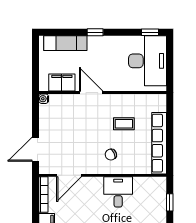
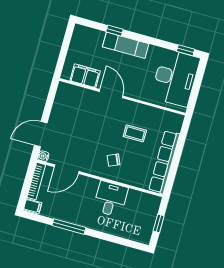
window: (95, 32) -> (114, 31), moved
exam couch: (65, 43) -> (126, 45), moved
water cooler: (44, 99) -> (43, 156), moved

